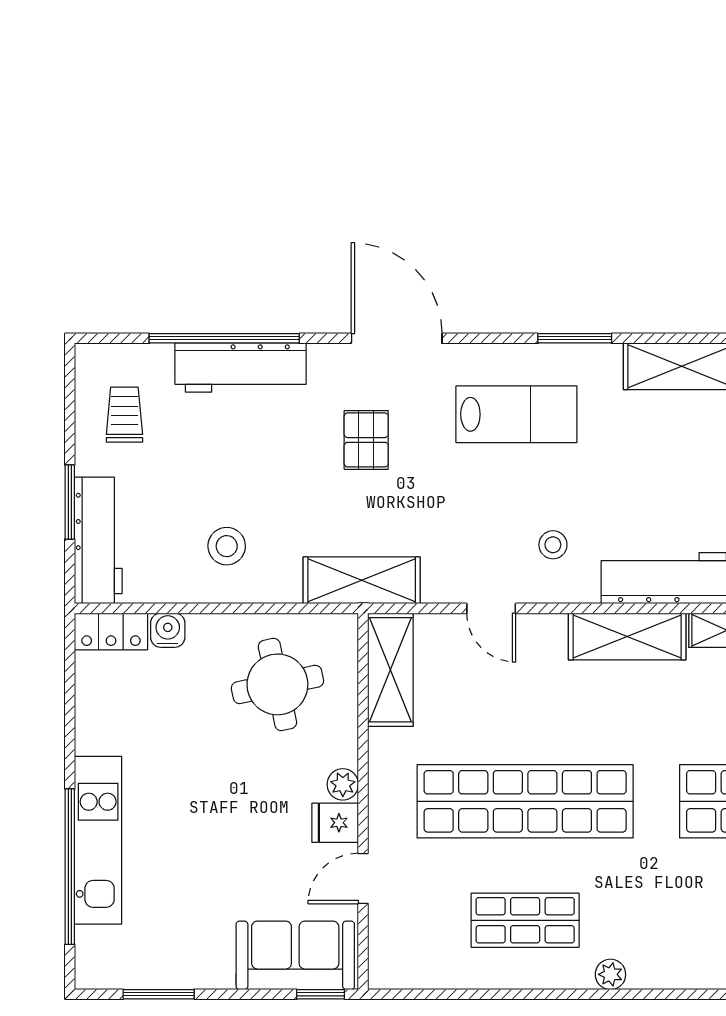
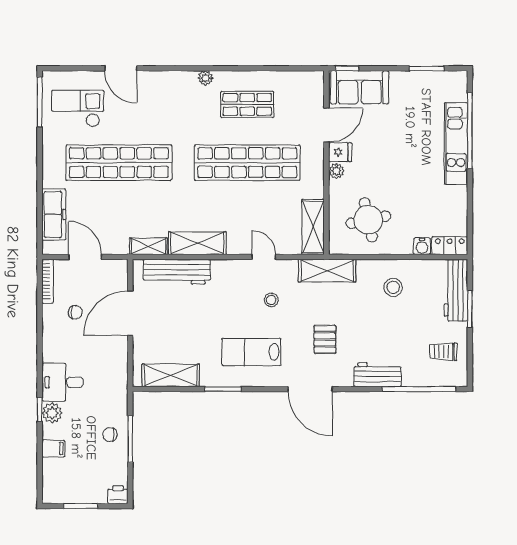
window: (224, 338) -> (419, 389), moved
workbench: (241, 368) -> (378, 375), width x0.73
trolley: (124, 415) -> (443, 352), turned 90
stool: (553, 545) -> (271, 300), moved
door: (363, 878) -> (326, 125), width x1.38

